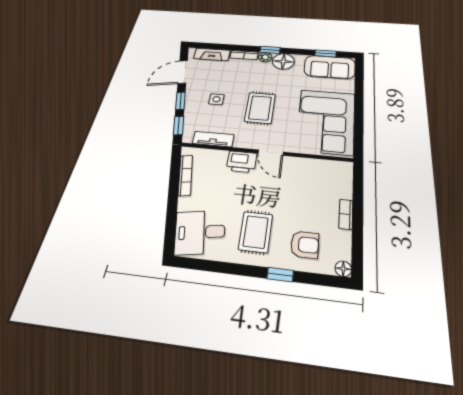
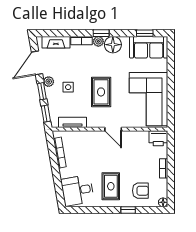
plant: (192, 91) -> (49, 82), added
printer: (242, 162) -> (158, 138), moved

